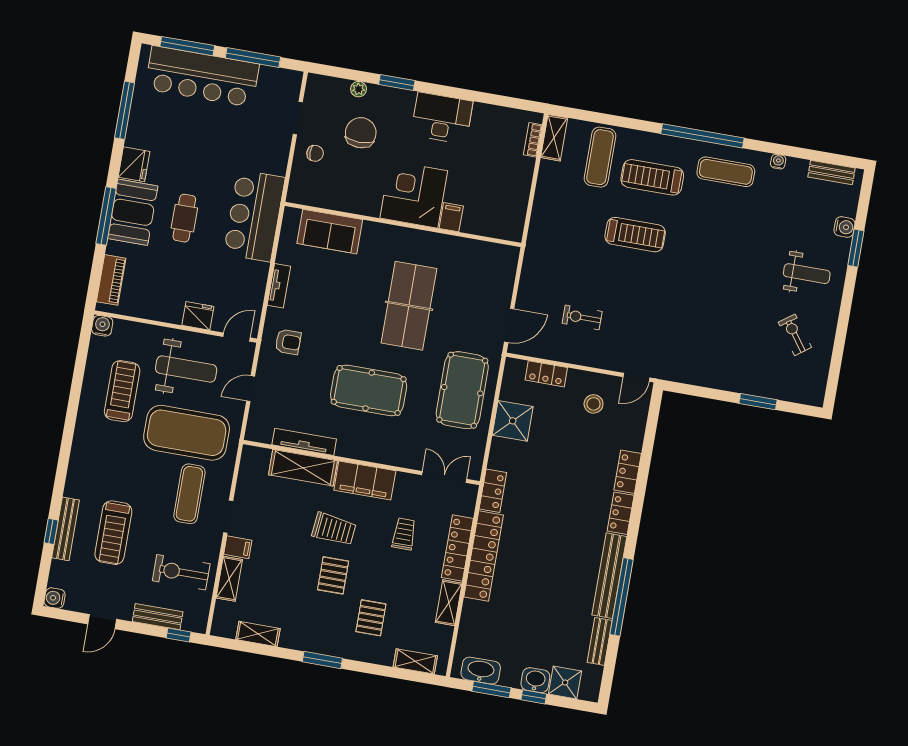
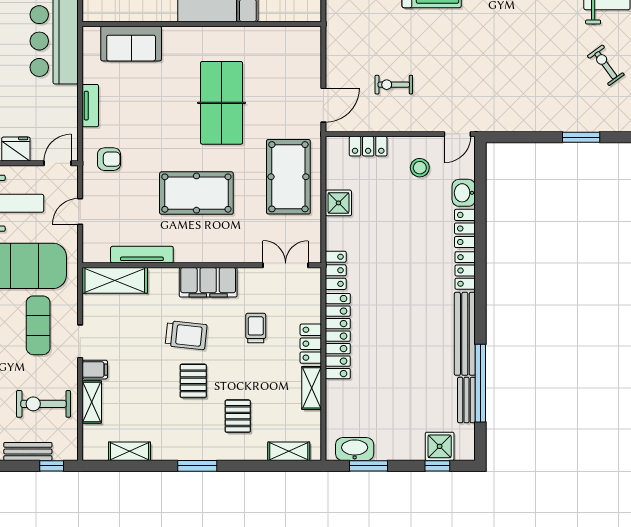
shower: (513, 421) -> (338, 203), width x0.73, depth x0.73
shelving: (303, 468) -> (115, 280), moved
locker: (457, 548) -> (311, 344), width x0.66
window: (622, 597) -> (480, 383), moved
washbasin: (535, 680) -> (464, 193), moved, turned -90
window: (534, 697) -> (437, 466), moved

